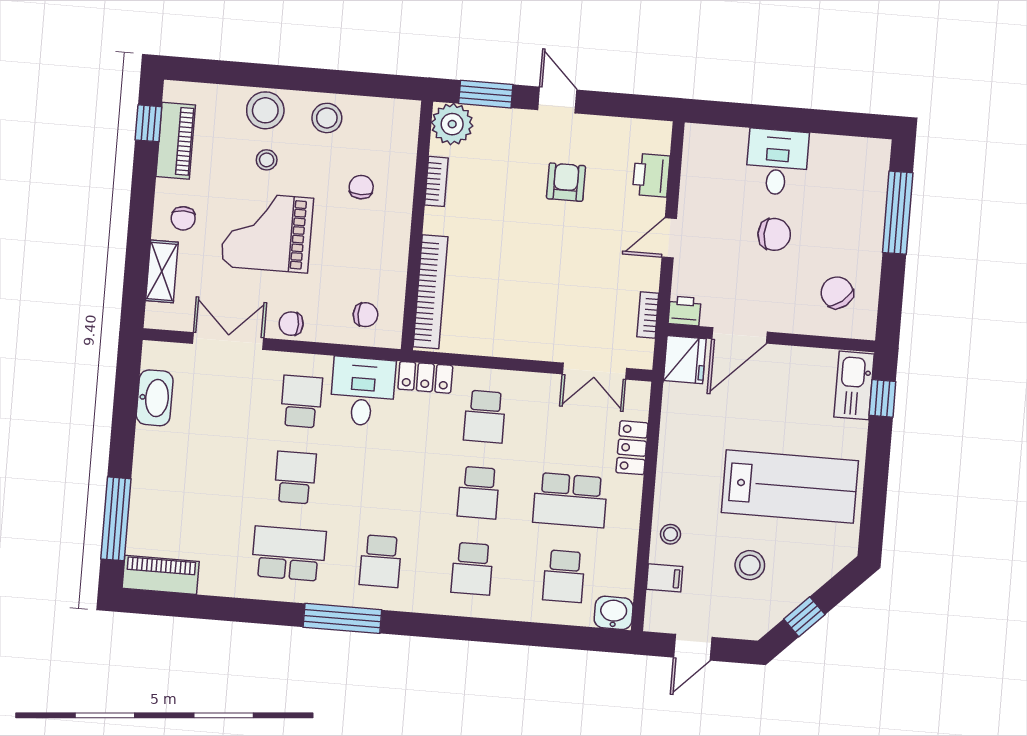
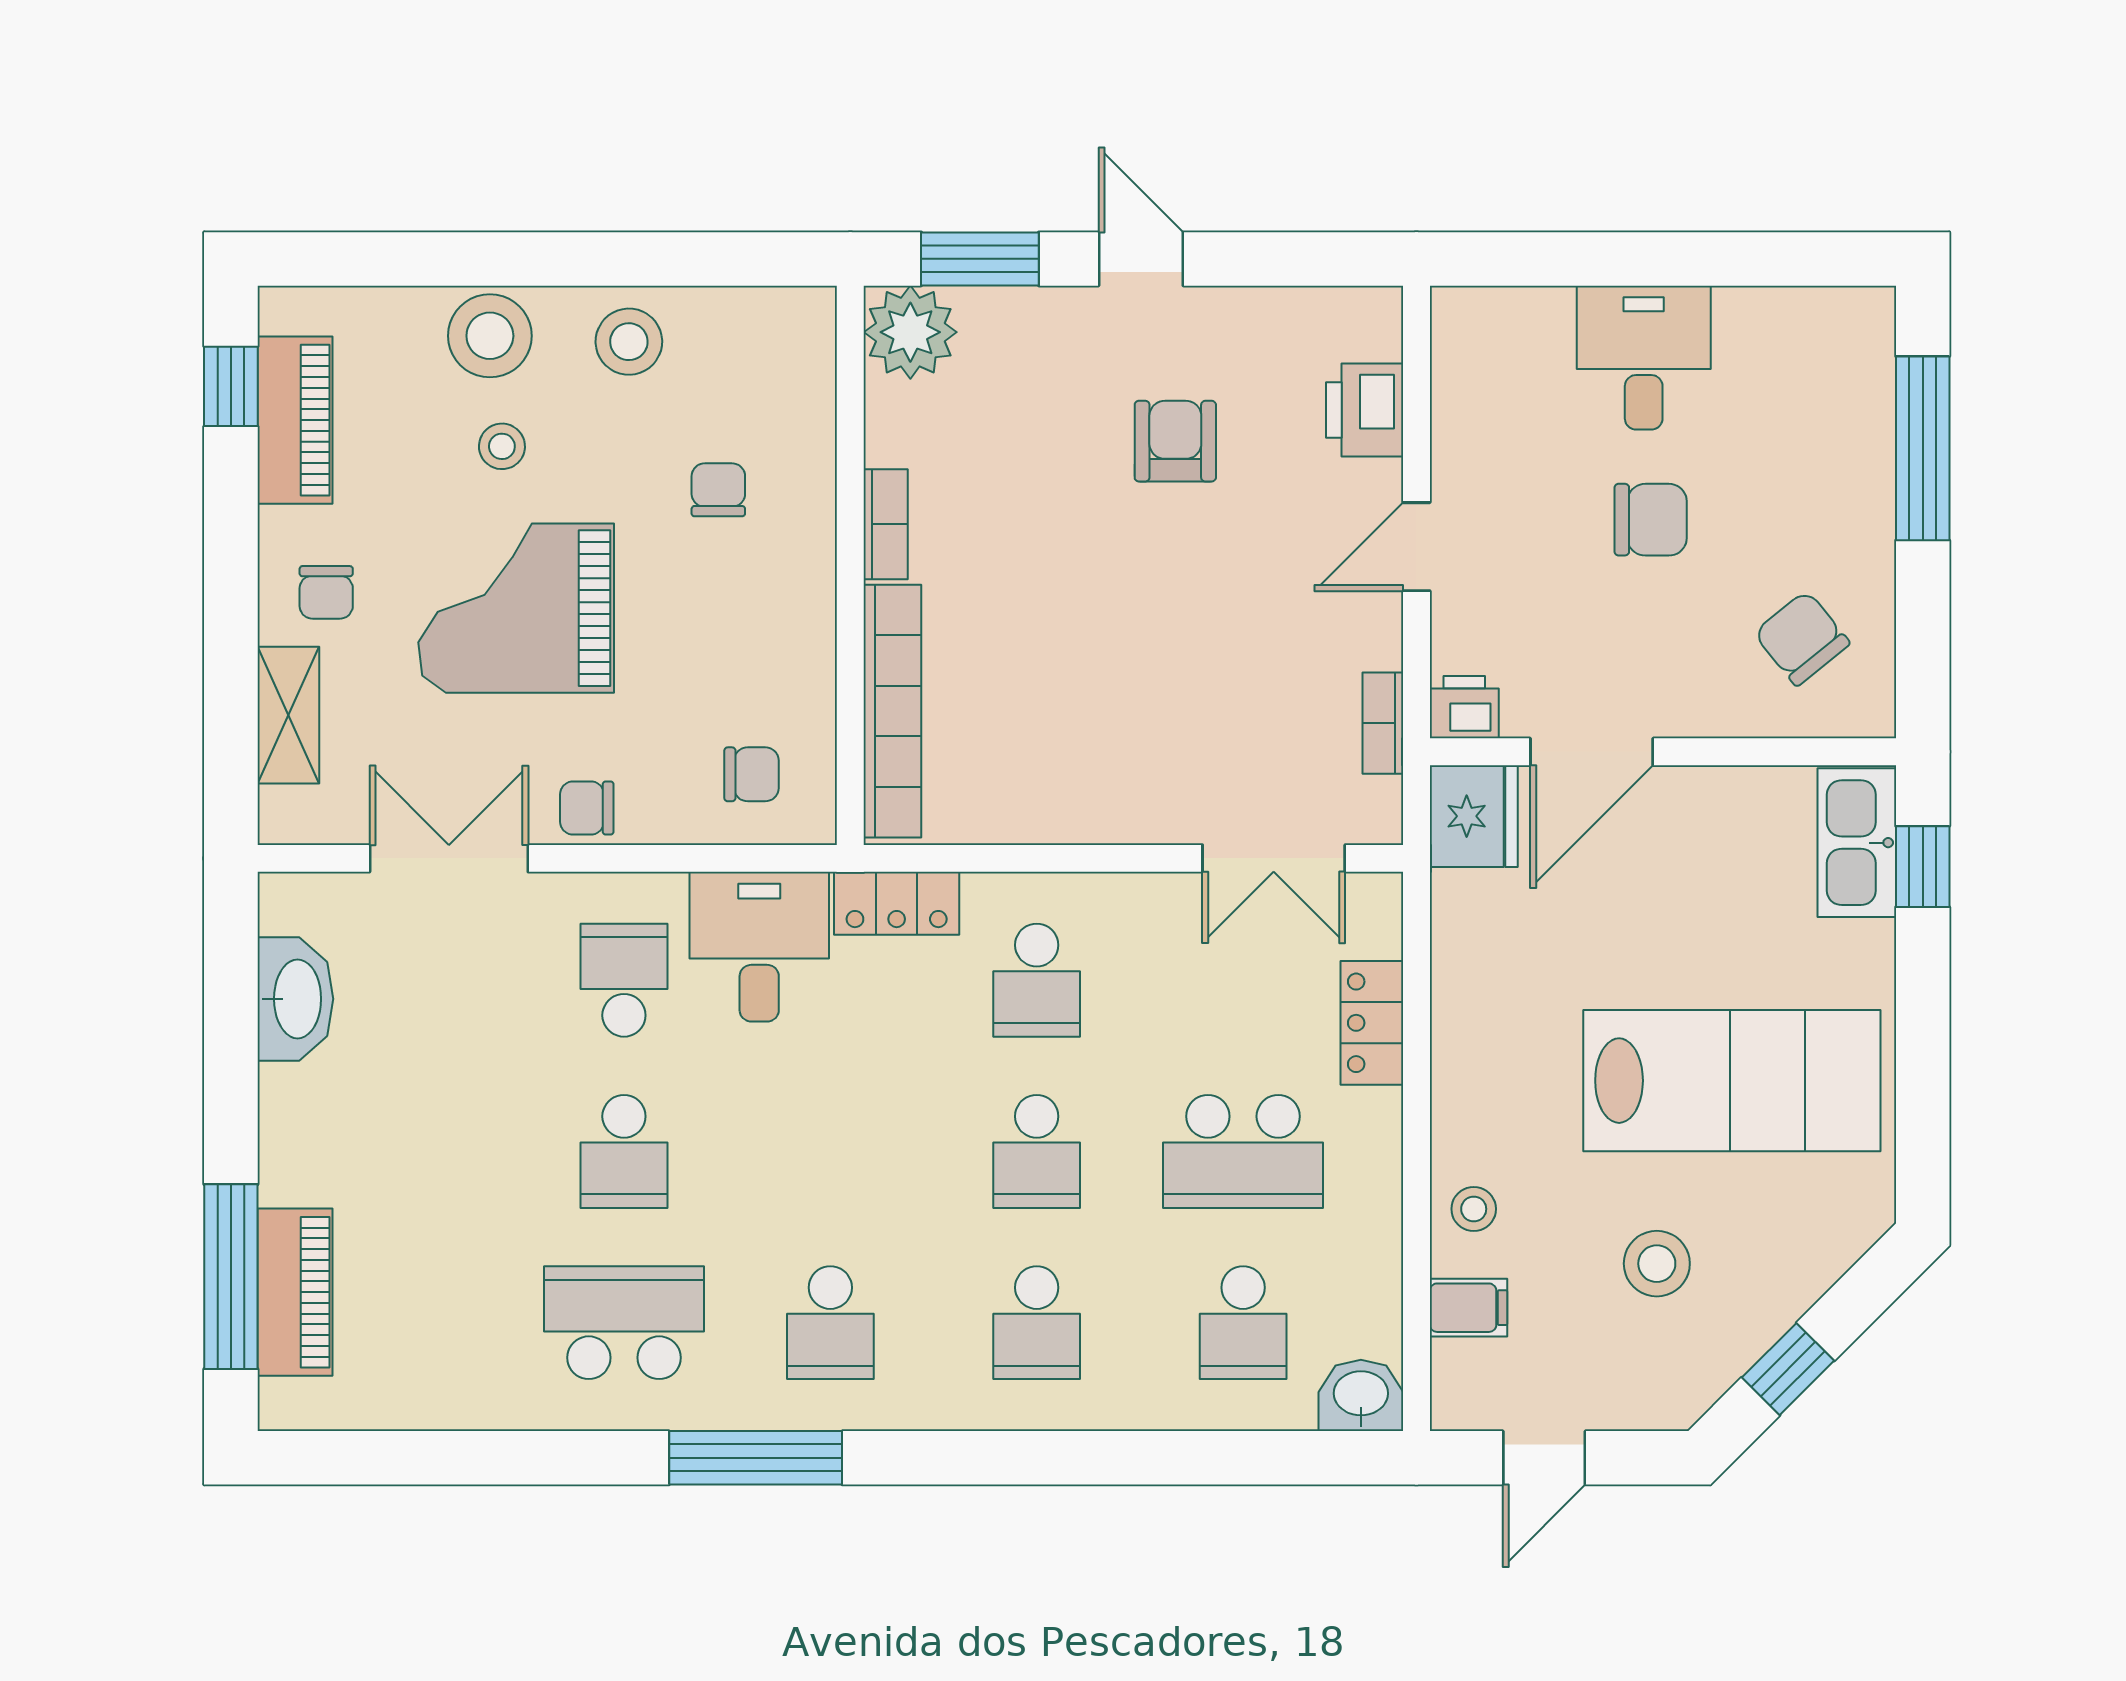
bookcase: (436, 181) -> (886, 524), moved
school desk: (295, 478) -> (624, 1151), turned 180
piano: (161, 575) -> (295, 1292), moved, turned 90

